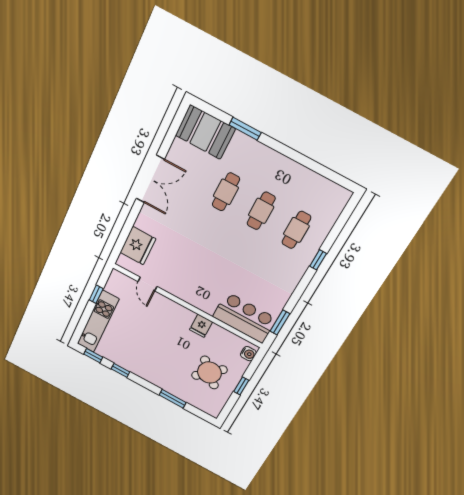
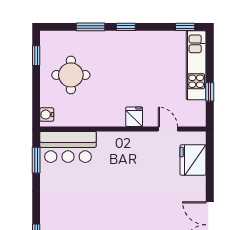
fridge: (201, 326) -> (134, 117), moved
window: (120, 370) -> (126, 27), moved
round table: (209, 373) -> (71, 75), turned 45
window: (241, 386) -> (36, 56), moved

